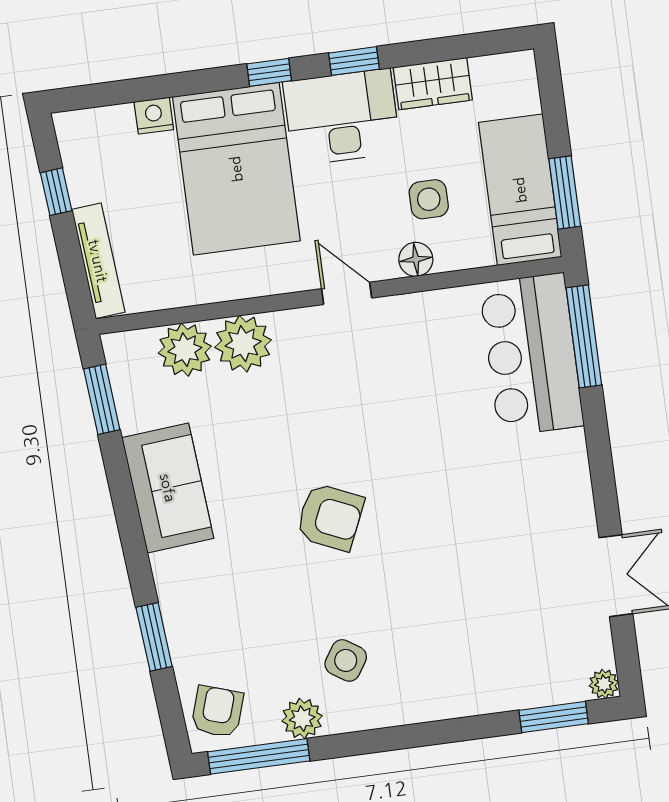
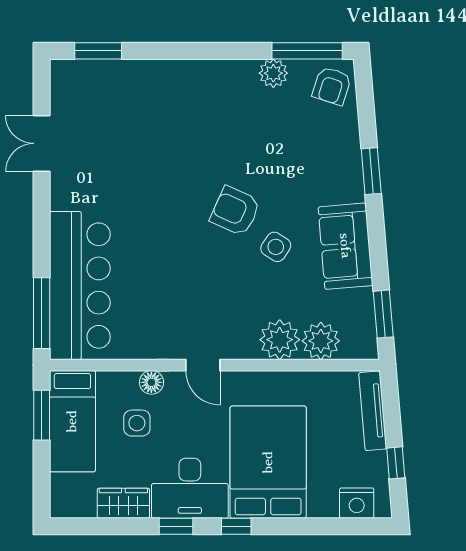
nightstand: (154, 116) -> (357, 503), moved, width x1.36, depth x1.33
bar counter: (531, 354) -> (80, 286), width x1.36
window: (154, 637) -> (371, 171), moved
side table: (346, 660) -> (276, 247), moved
plant: (604, 684) -> (60, 69), removed

